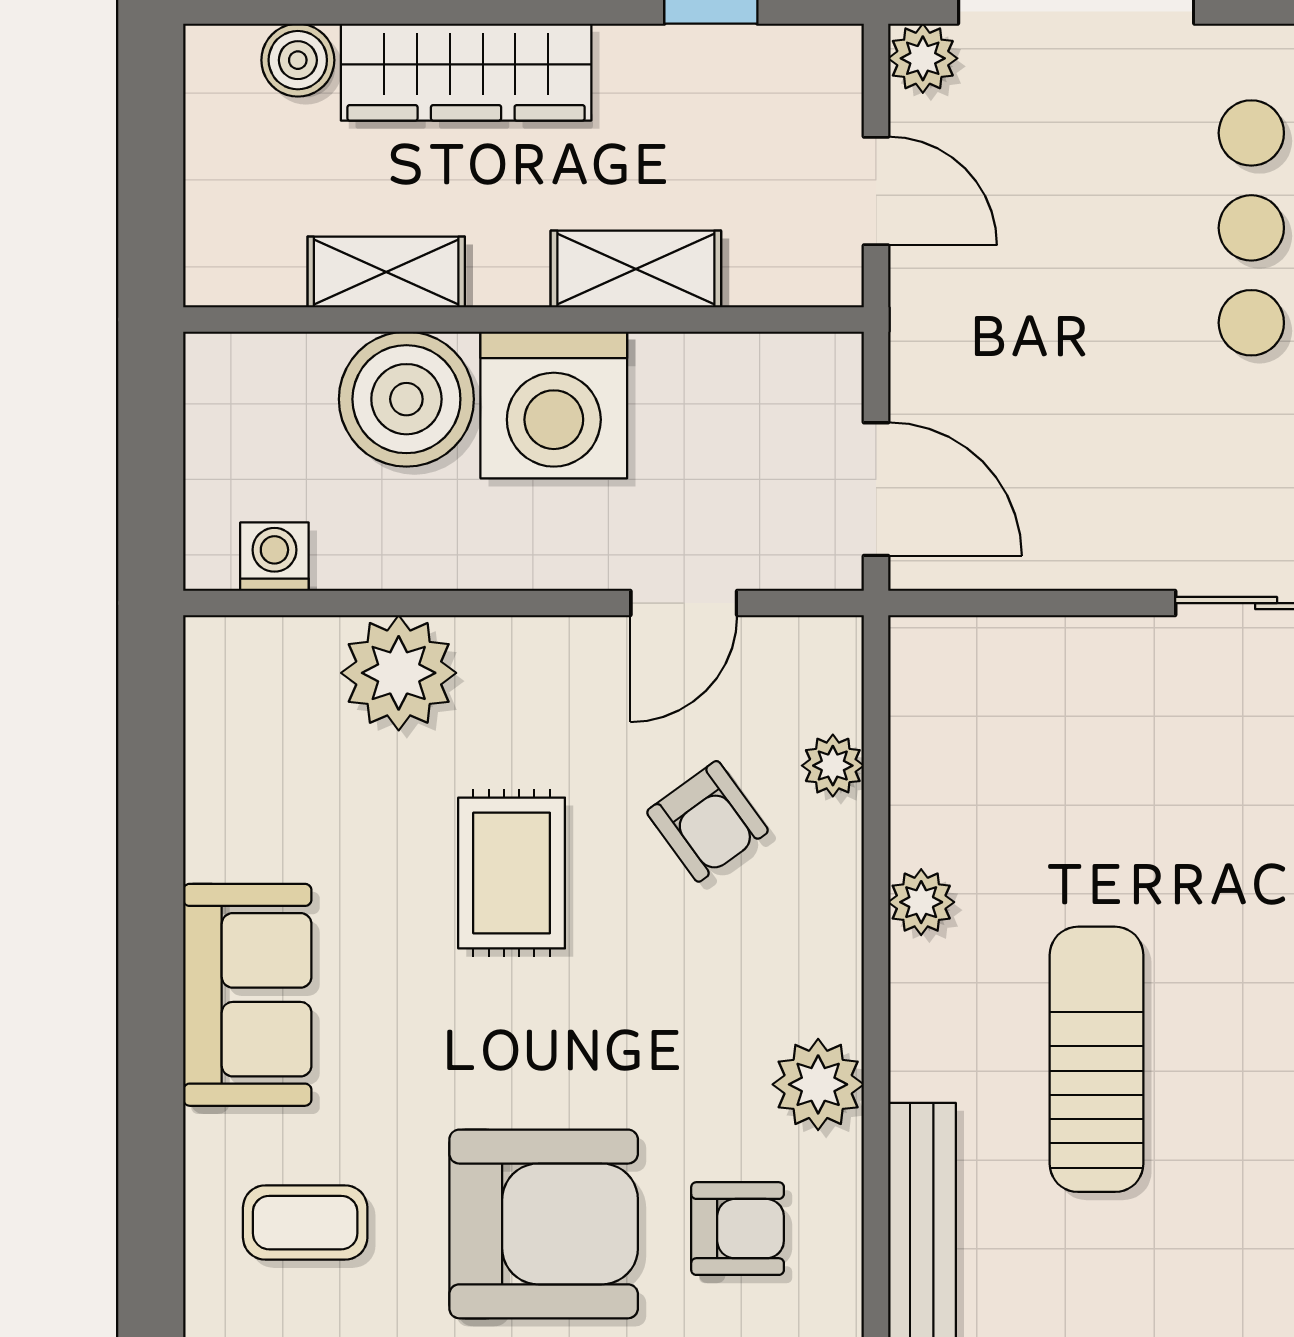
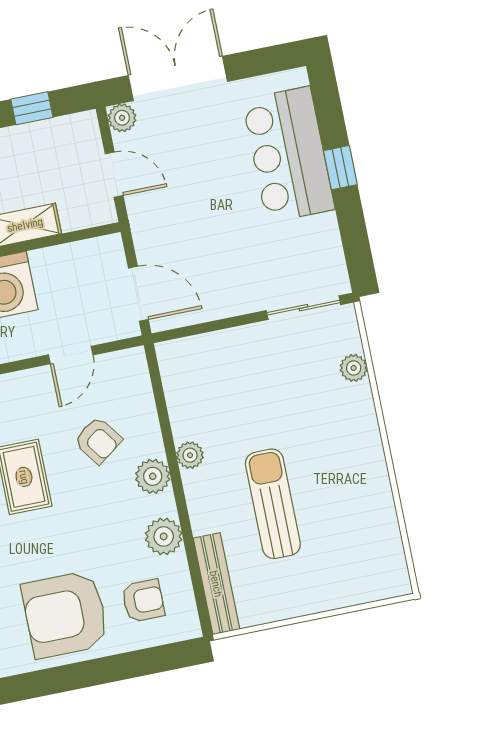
plant: (833, 766) -> (153, 476), moved, width x1.38, depth x1.38
armchair: (544, 1224) -> (65, 614), turned 180

